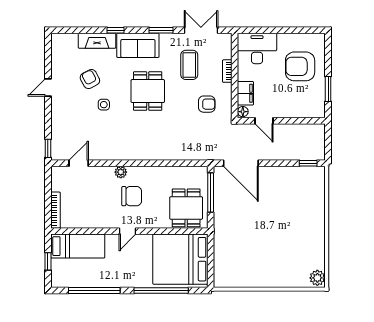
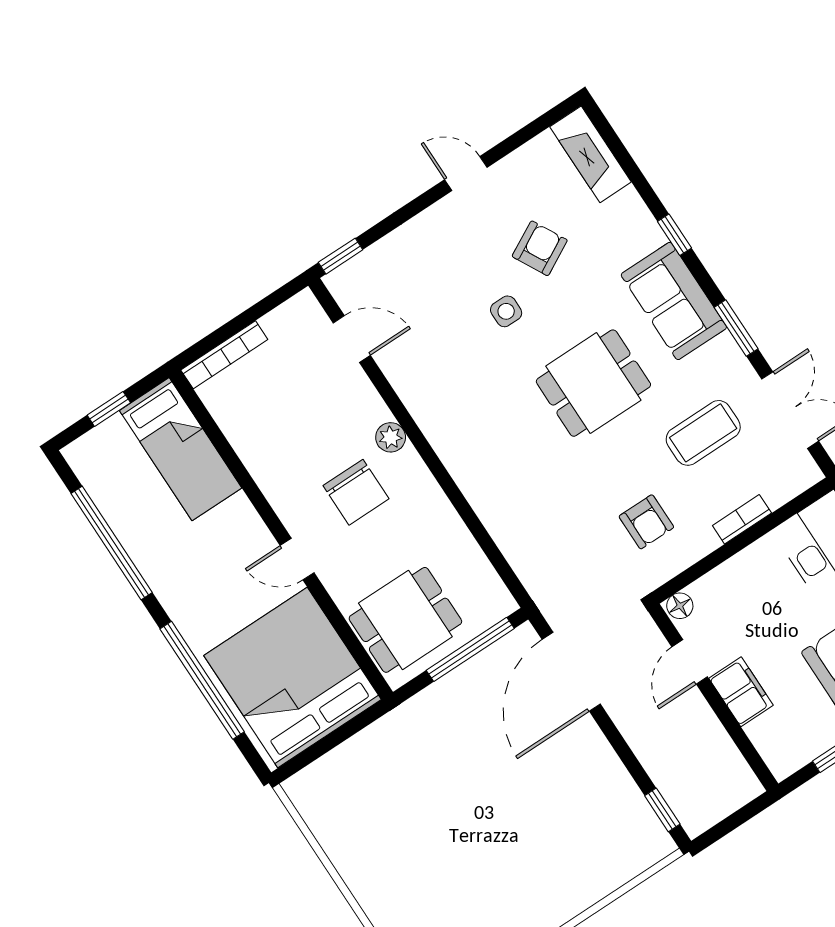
fireplace: (97, 41) -> (591, 154), moved
filing cabinet: (245, 93) -> (741, 692), moved, turned -90
door: (128, 231) -> (297, 559), moved

